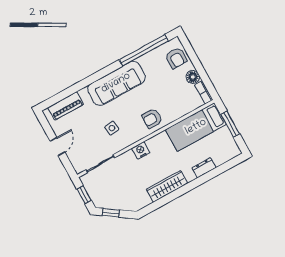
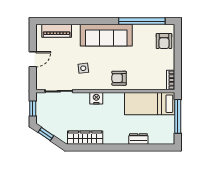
floor lamp: (193, 77) -> (169, 63), removed
window: (230, 124) -> (178, 116), width x1.44
wardrobe: (167, 186) -> (85, 138), moved

